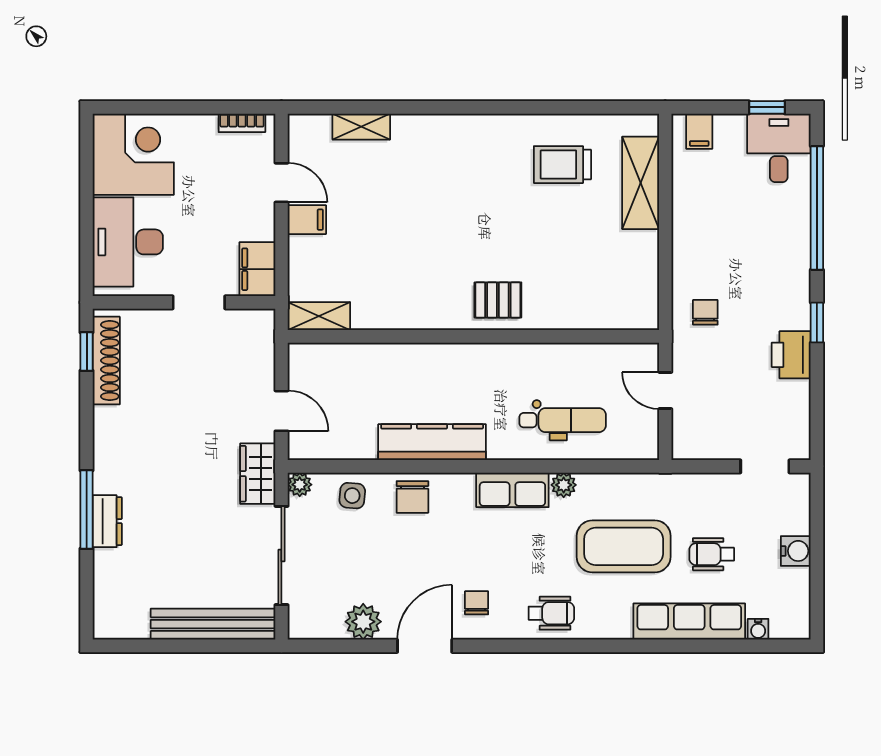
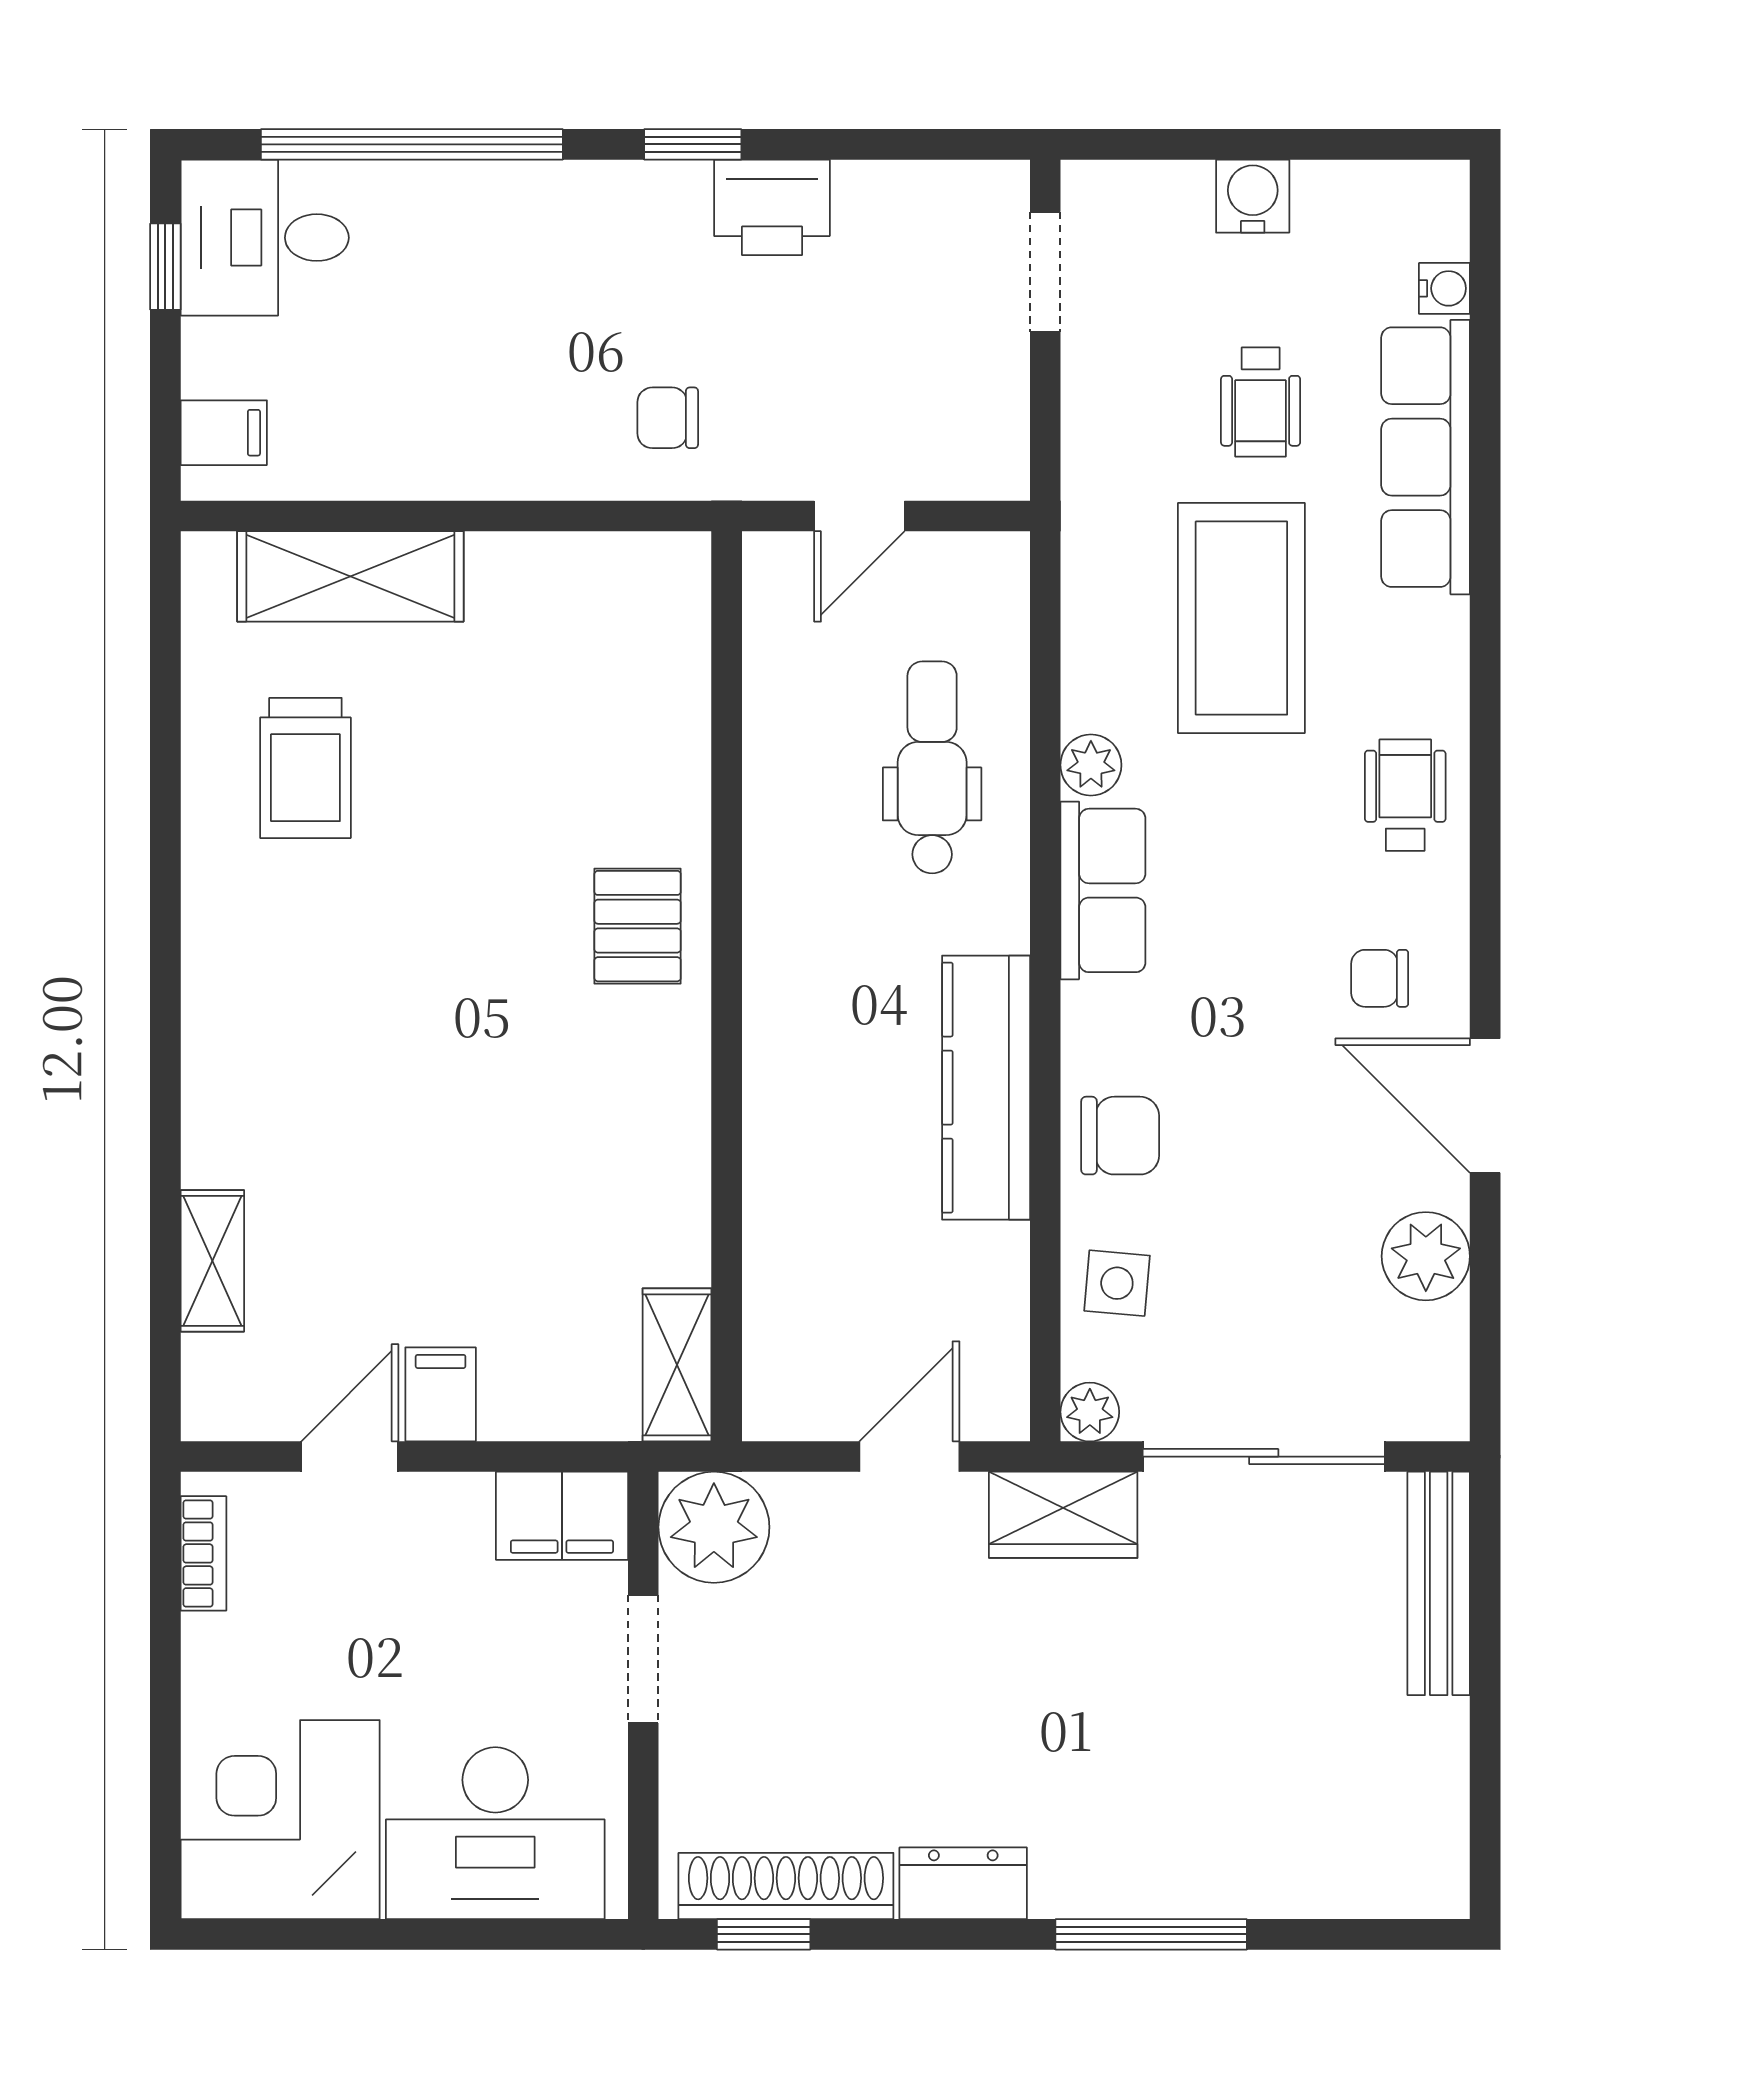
plant: (253, 331) -> (714, 1527), added
dresser: (107, 521) -> (963, 1883), moved
bench: (213, 624) -> (1439, 1583), width x0.73, depth x0.82

